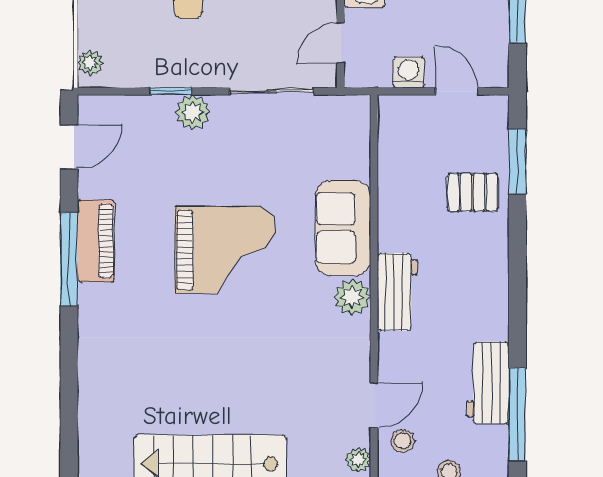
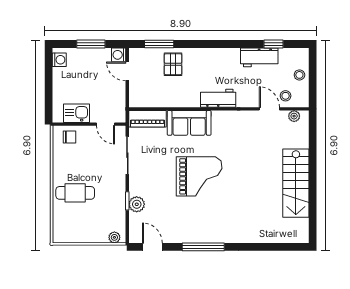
washing machine: (409, 72) -> (119, 55), moved
door: (457, 91) -> (127, 71), hinge flipped
plant: (193, 112) -> (137, 204), moved
piano: (96, 241) -> (148, 119), moved, turned 180
grand piano: (225, 250) -> (199, 176), turned 90
plant: (352, 297) -> (220, 119), removed
window: (517, 414) -> (273, 44), width x0.46

